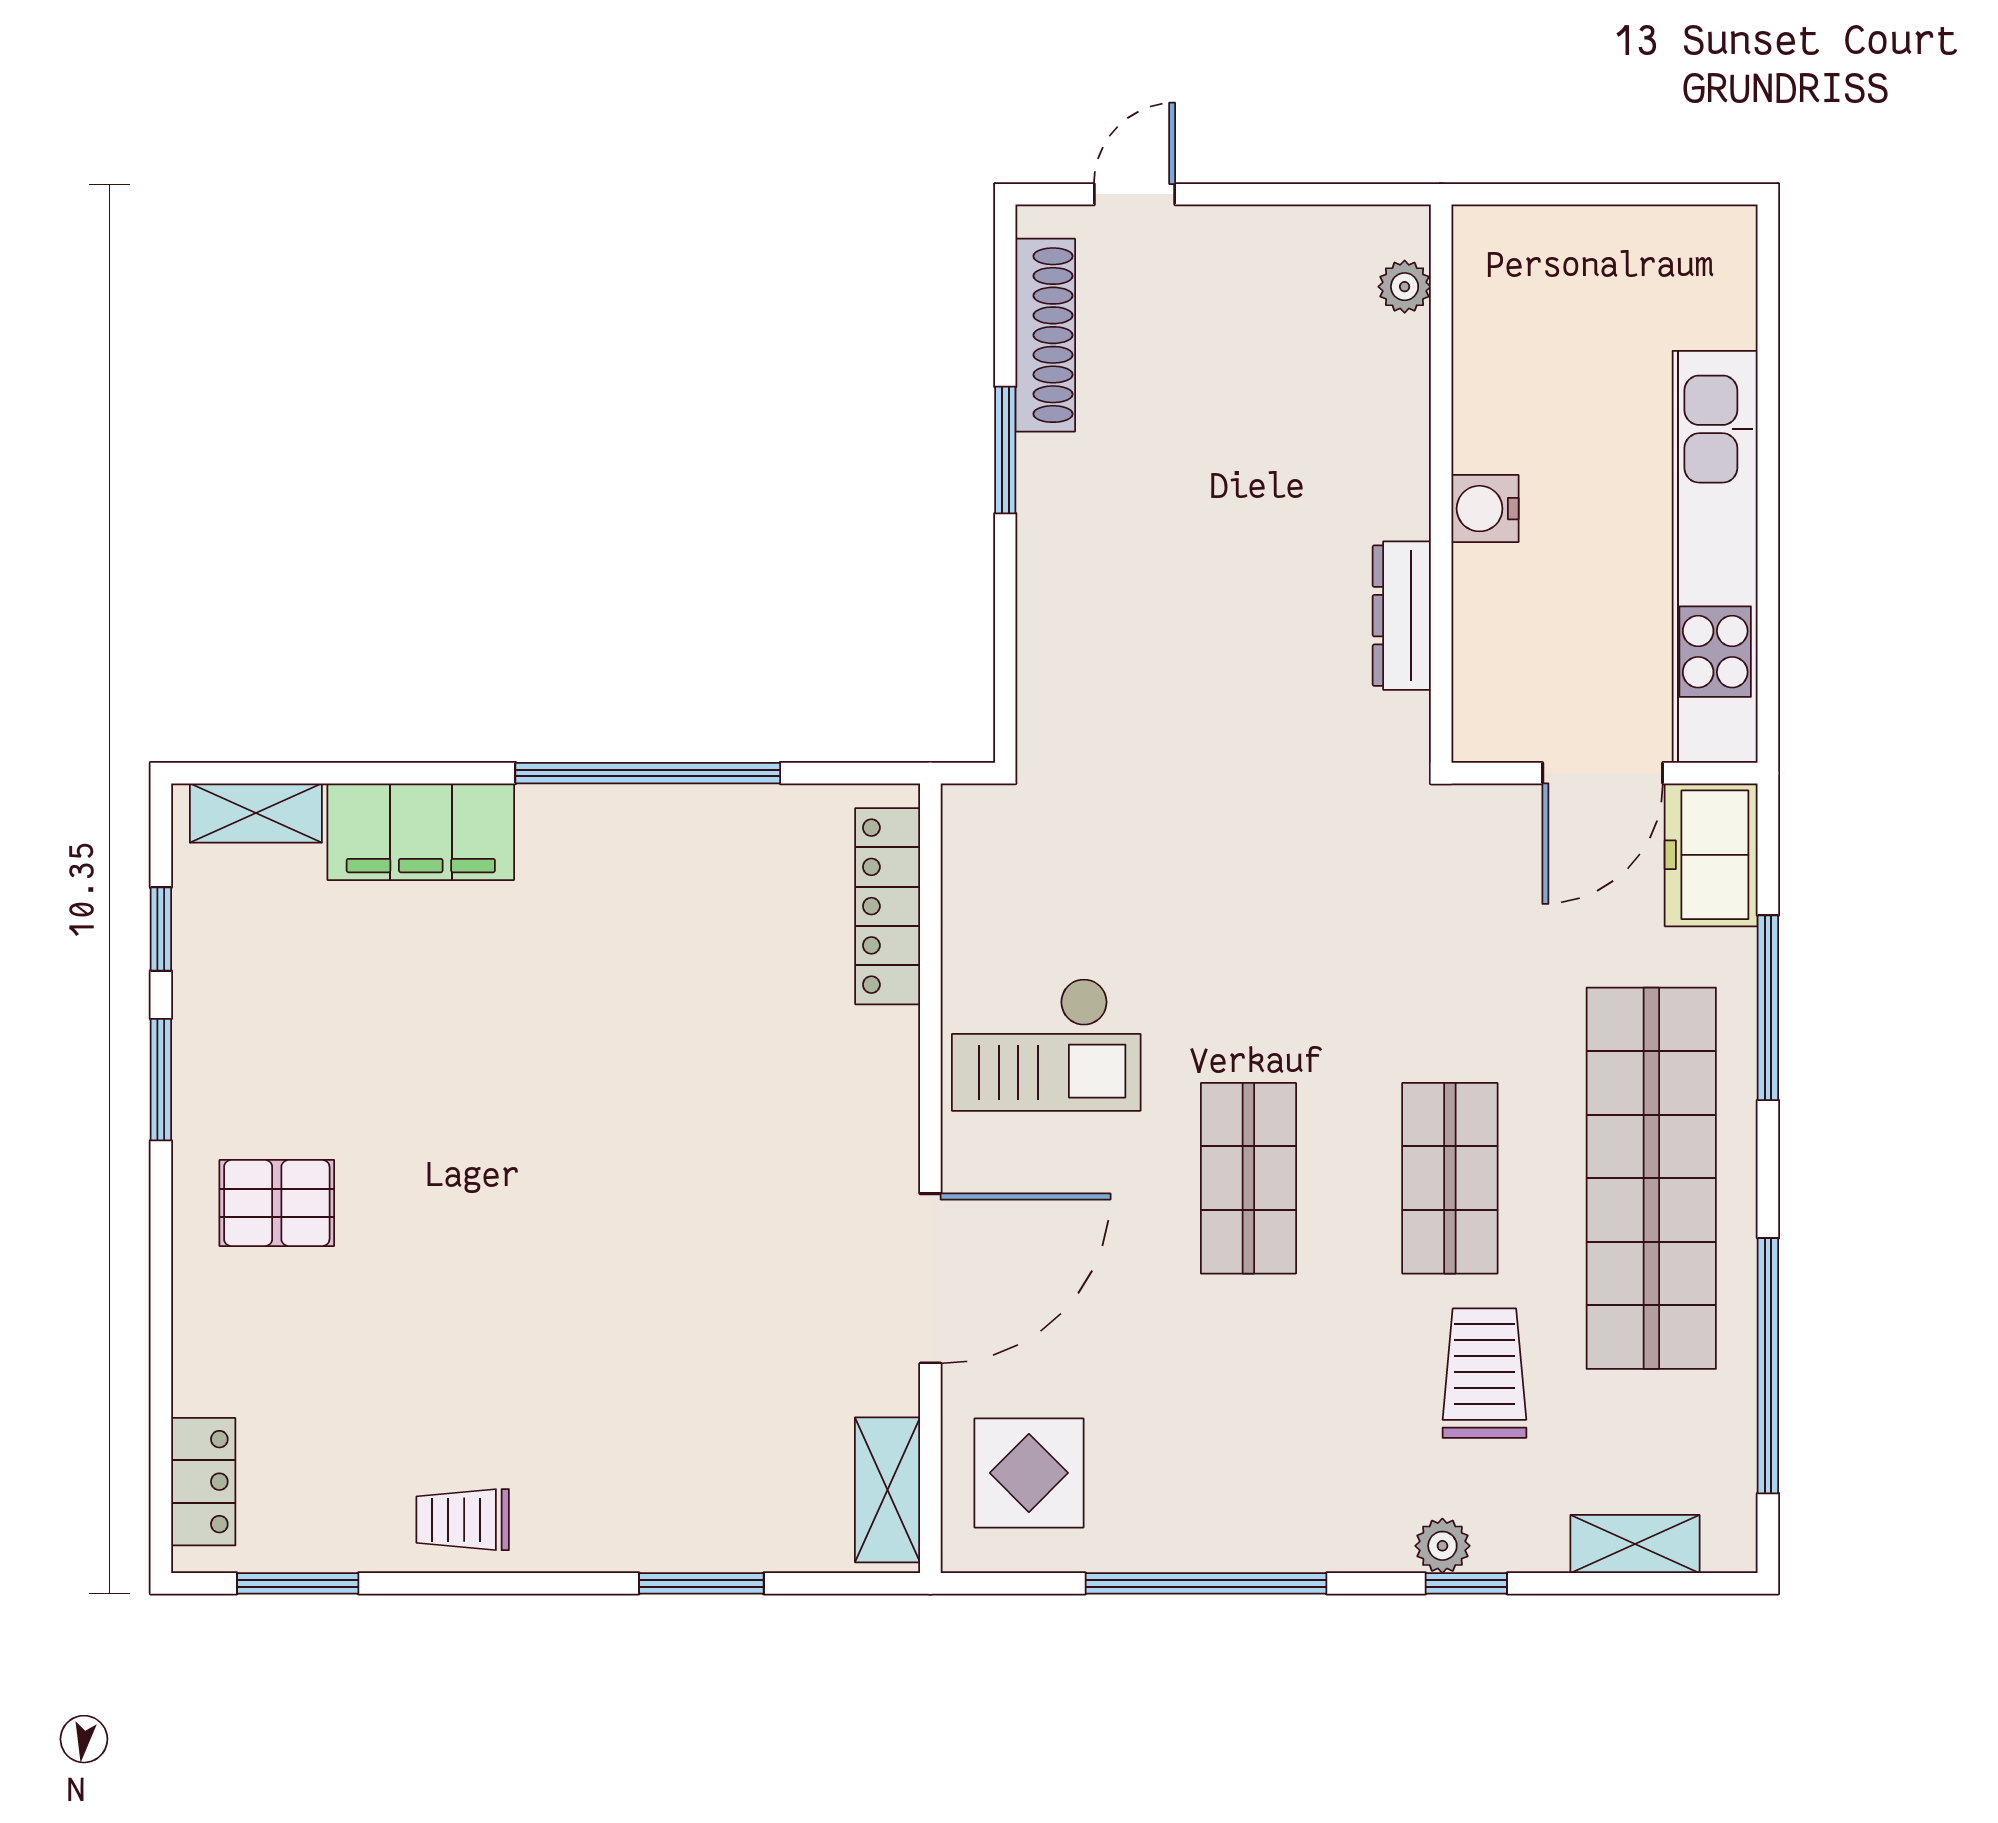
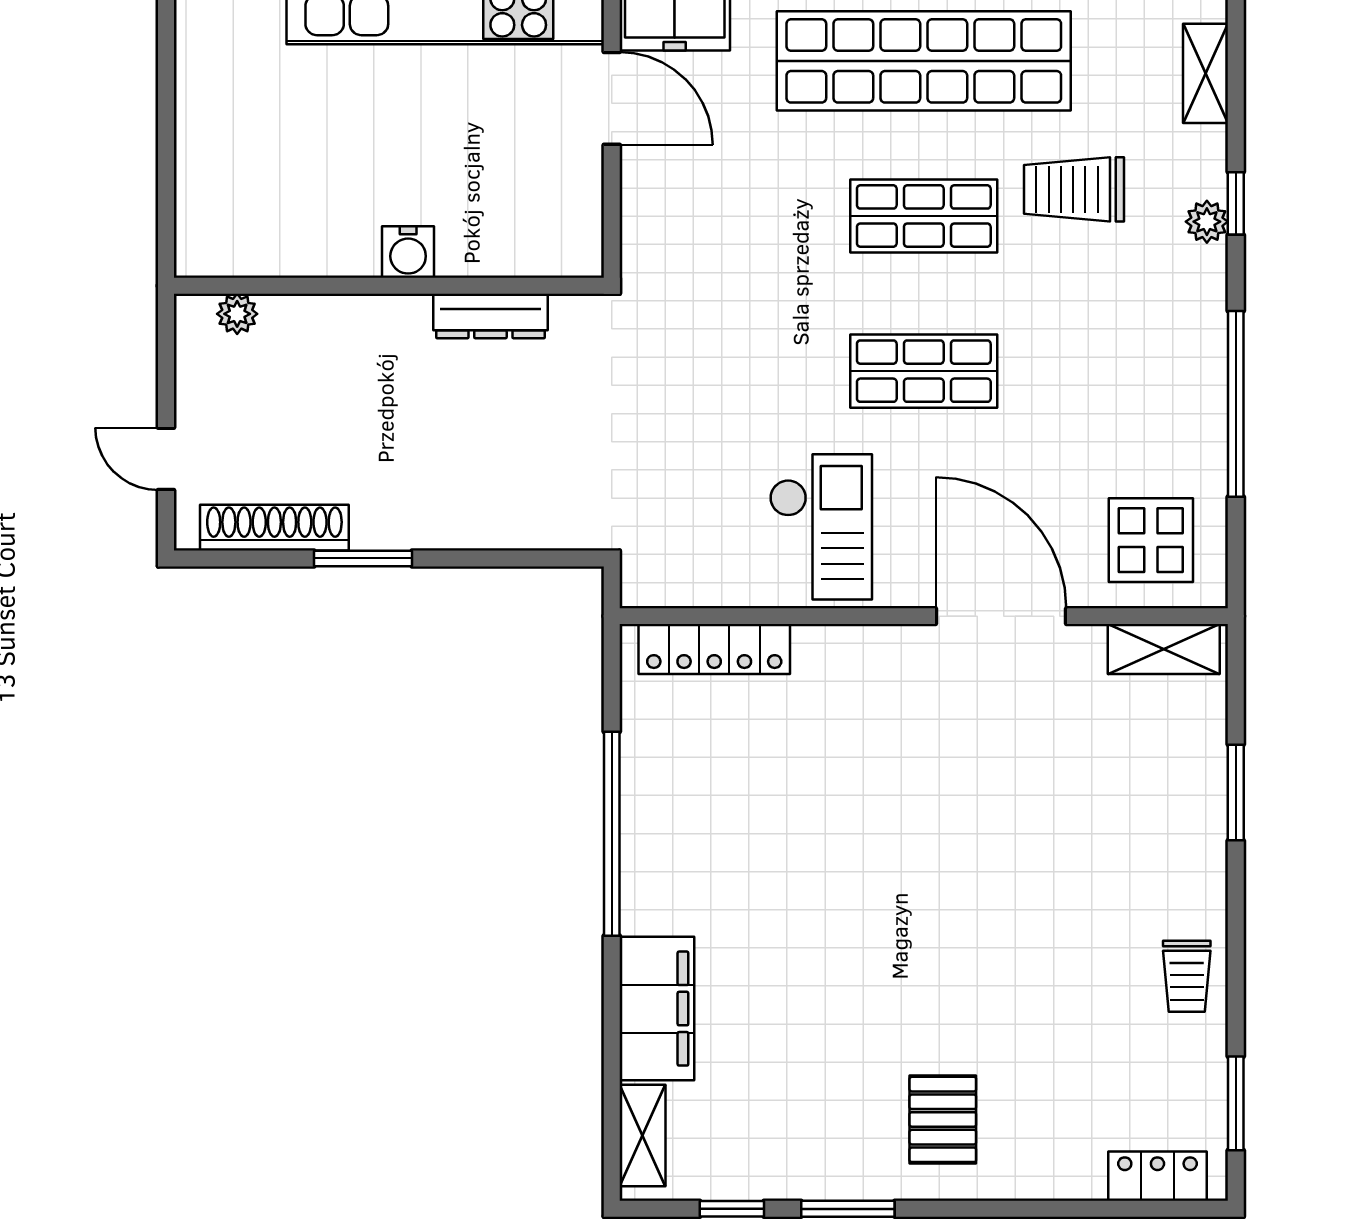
plant: (1405, 287) -> (237, 314), moved
wall: (1441, 484) -> (389, 286), moved
water cooler: (1485, 509) -> (408, 252), moved
dresser: (1402, 616) -> (490, 316), moved

